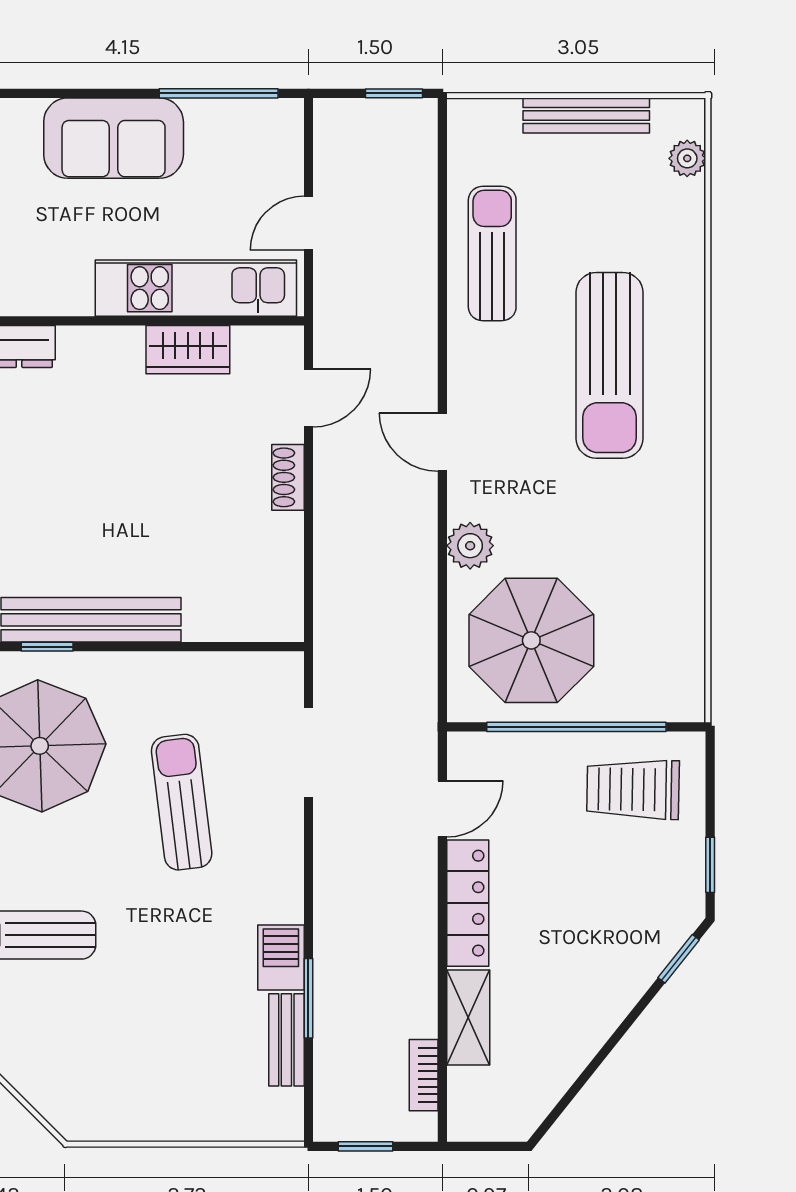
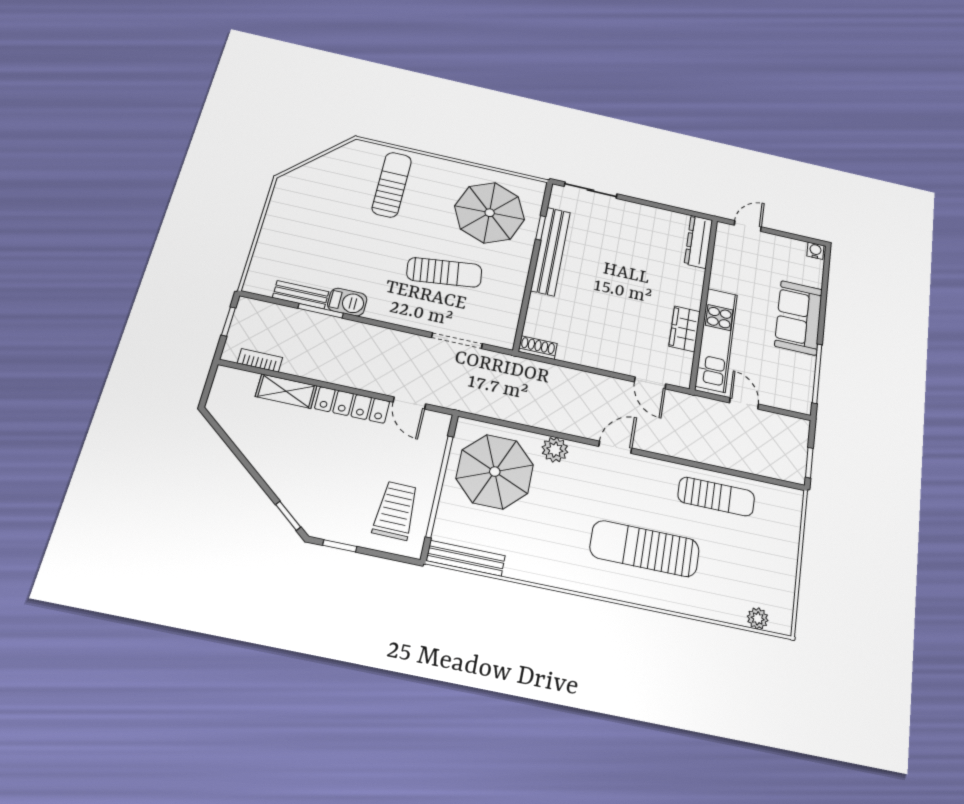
bench: (586, 115) -> (466, 558), moved, turned 90
shoe rack: (288, 477) -> (538, 348), moved

